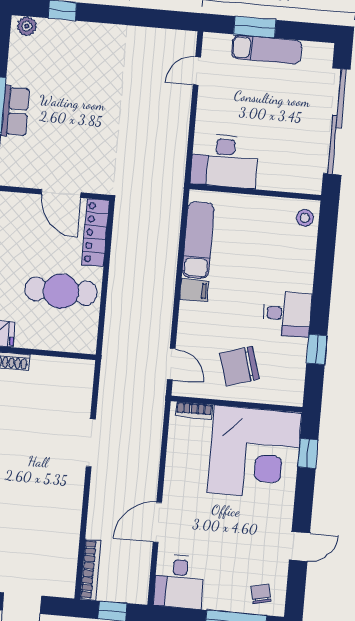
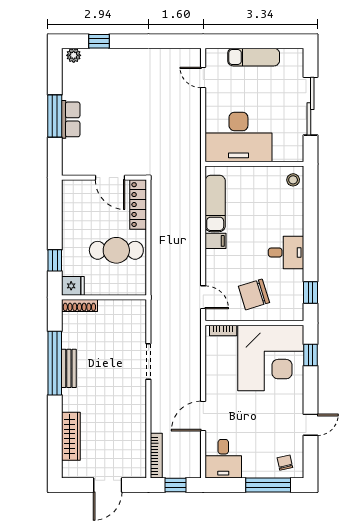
window: (255, 27) -> (243, 41), removed
door: (197, 71) -> (203, 78), hinge flipped
sliding door: (337, 122) -> (311, 106), width x0.73
desk: (225, 161) -> (238, 137), width x1.36, depth x1.30
window: (317, 349) -> (311, 293), moved

